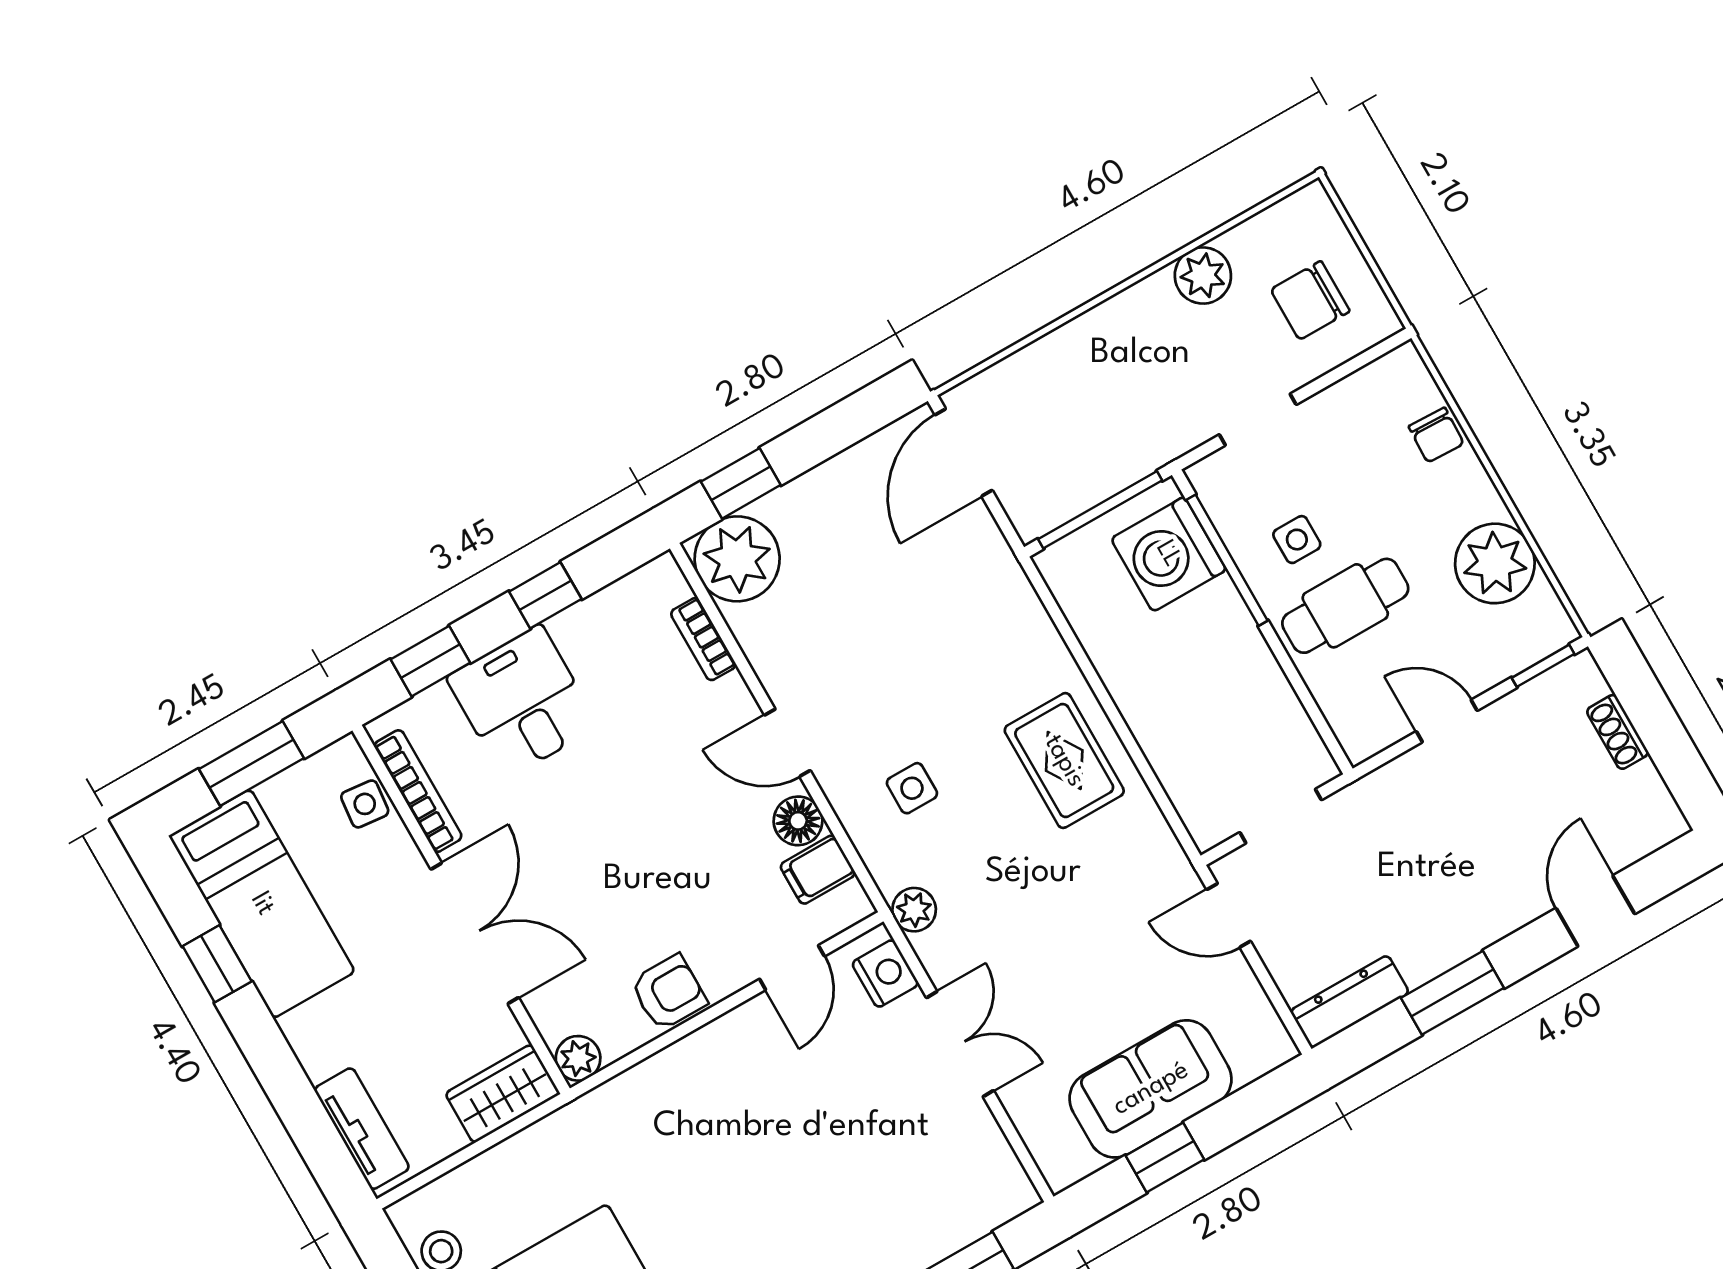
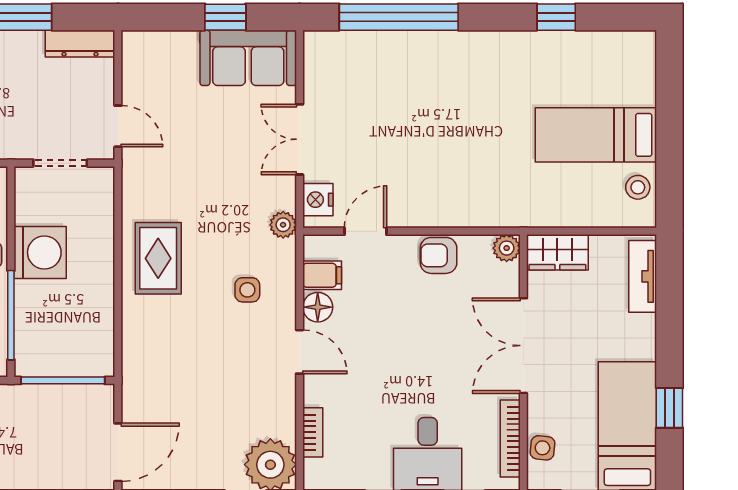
washing machine: (1168, 554) -> (40, 252), moved
sofa: (1151, 1089) -> (248, 58), moved

